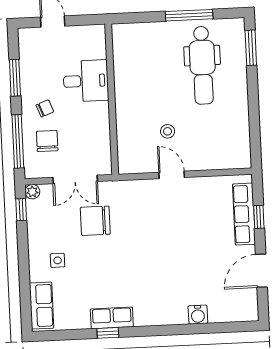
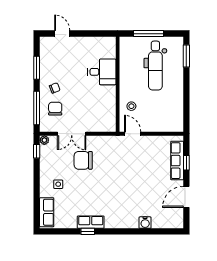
desk: (86, 81) -> (102, 72), moved
wall: (112, 99) -> (118, 84), moved

